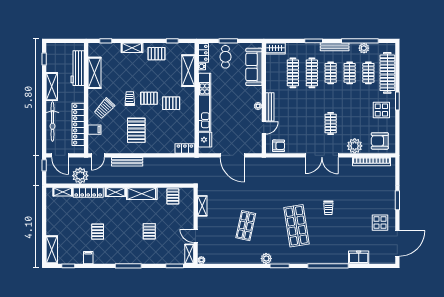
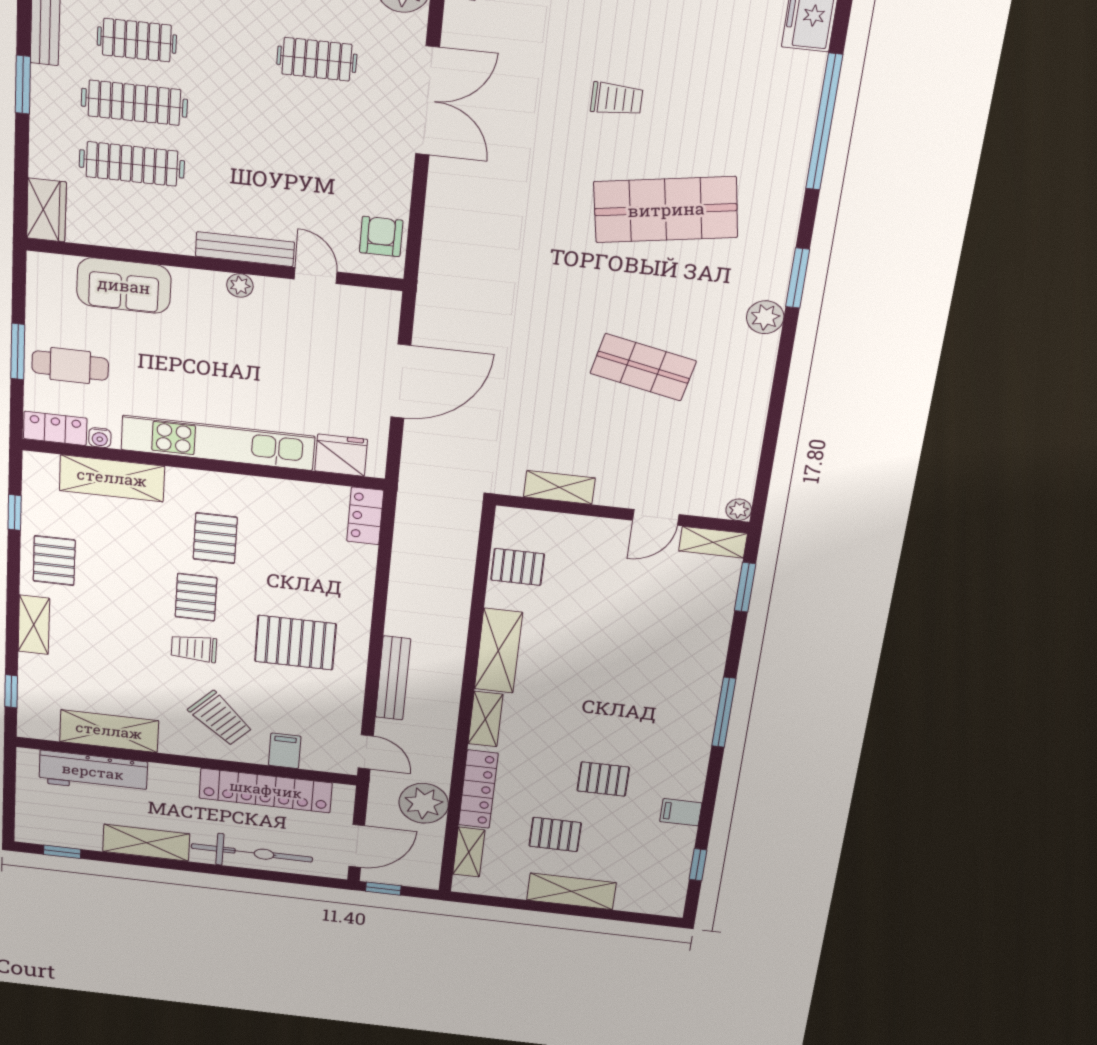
sofa: (254, 67) -> (124, 286), width x0.73
pallet: (149, 231) -> (555, 834), moved
shelving: (52, 250) -> (571, 891), moved

